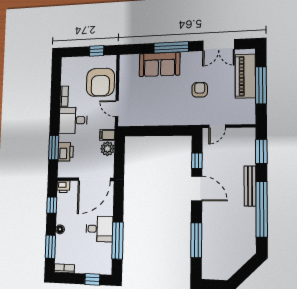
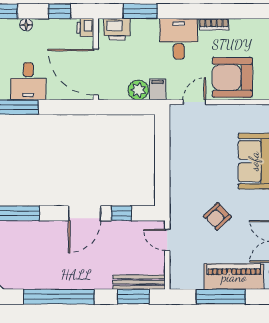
armchair: (200, 90) -> (217, 216), turned 136
printer: (66, 152) -> (117, 29), moved
bench: (250, 186) -> (139, 282), moved

